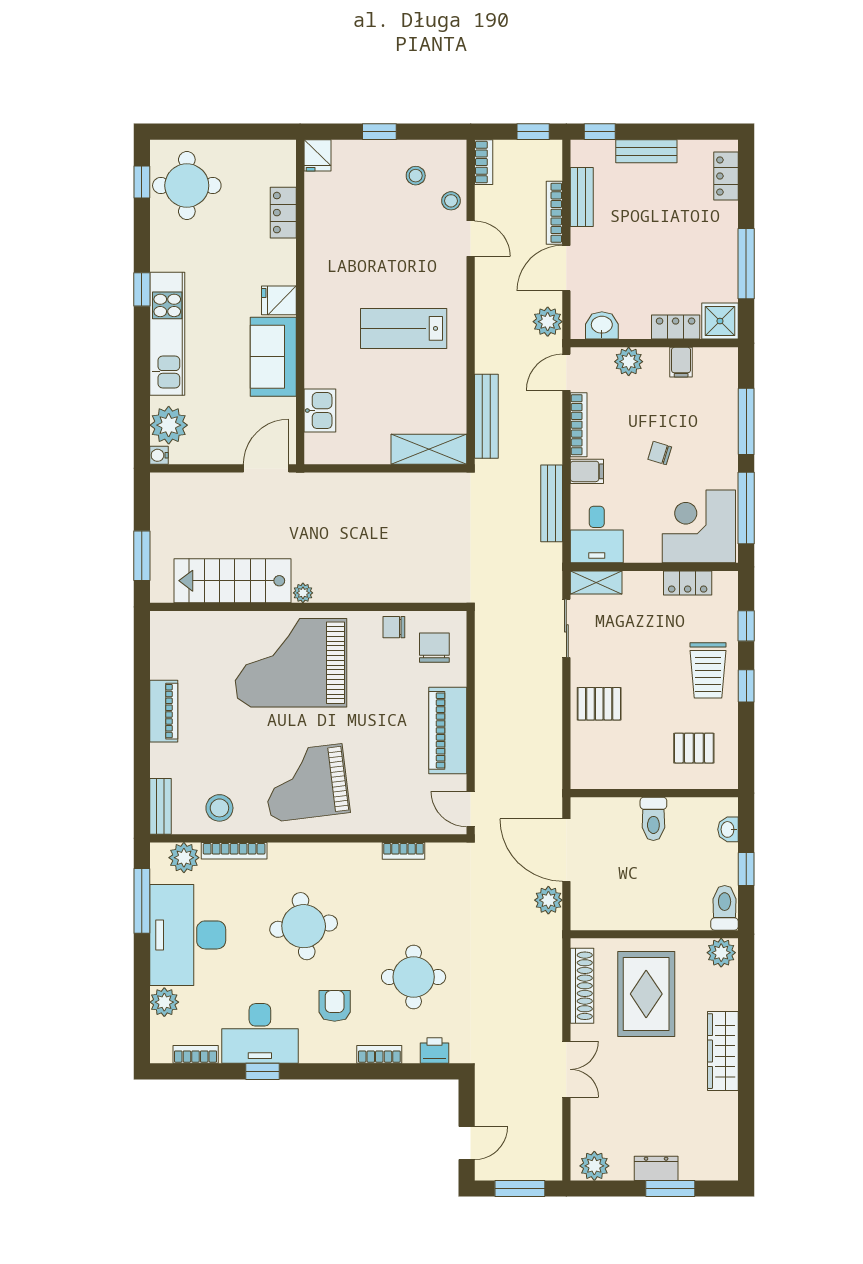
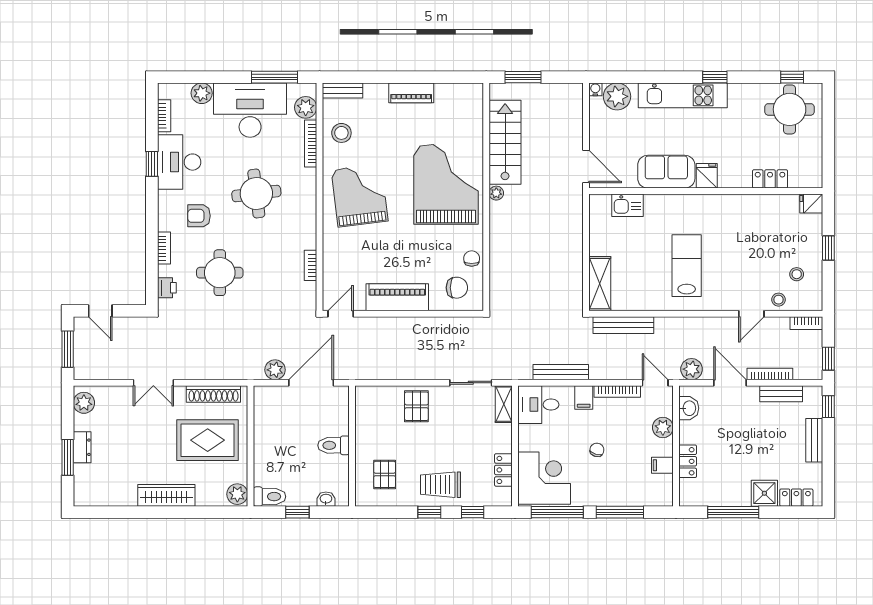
shower: (720, 321) -> (764, 493), moved
armchair: (335, 1006) -> (199, 216), turned 180

